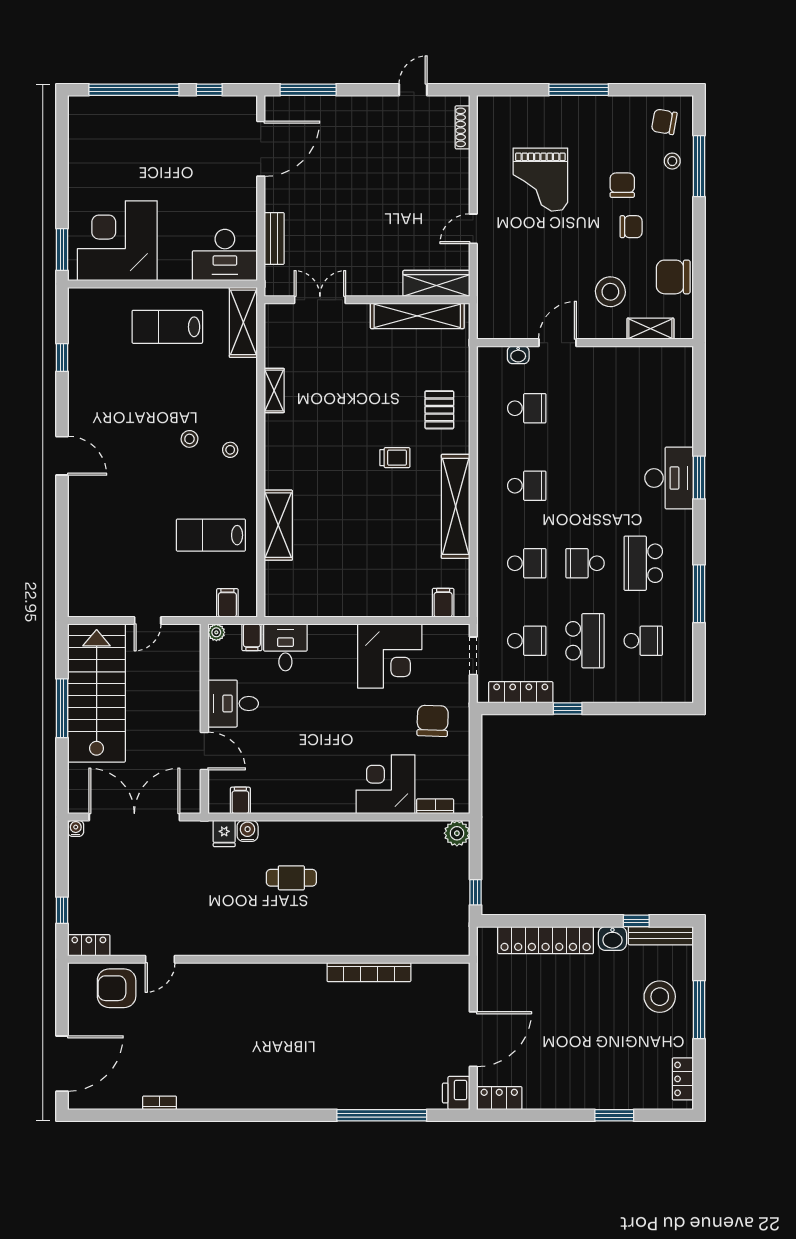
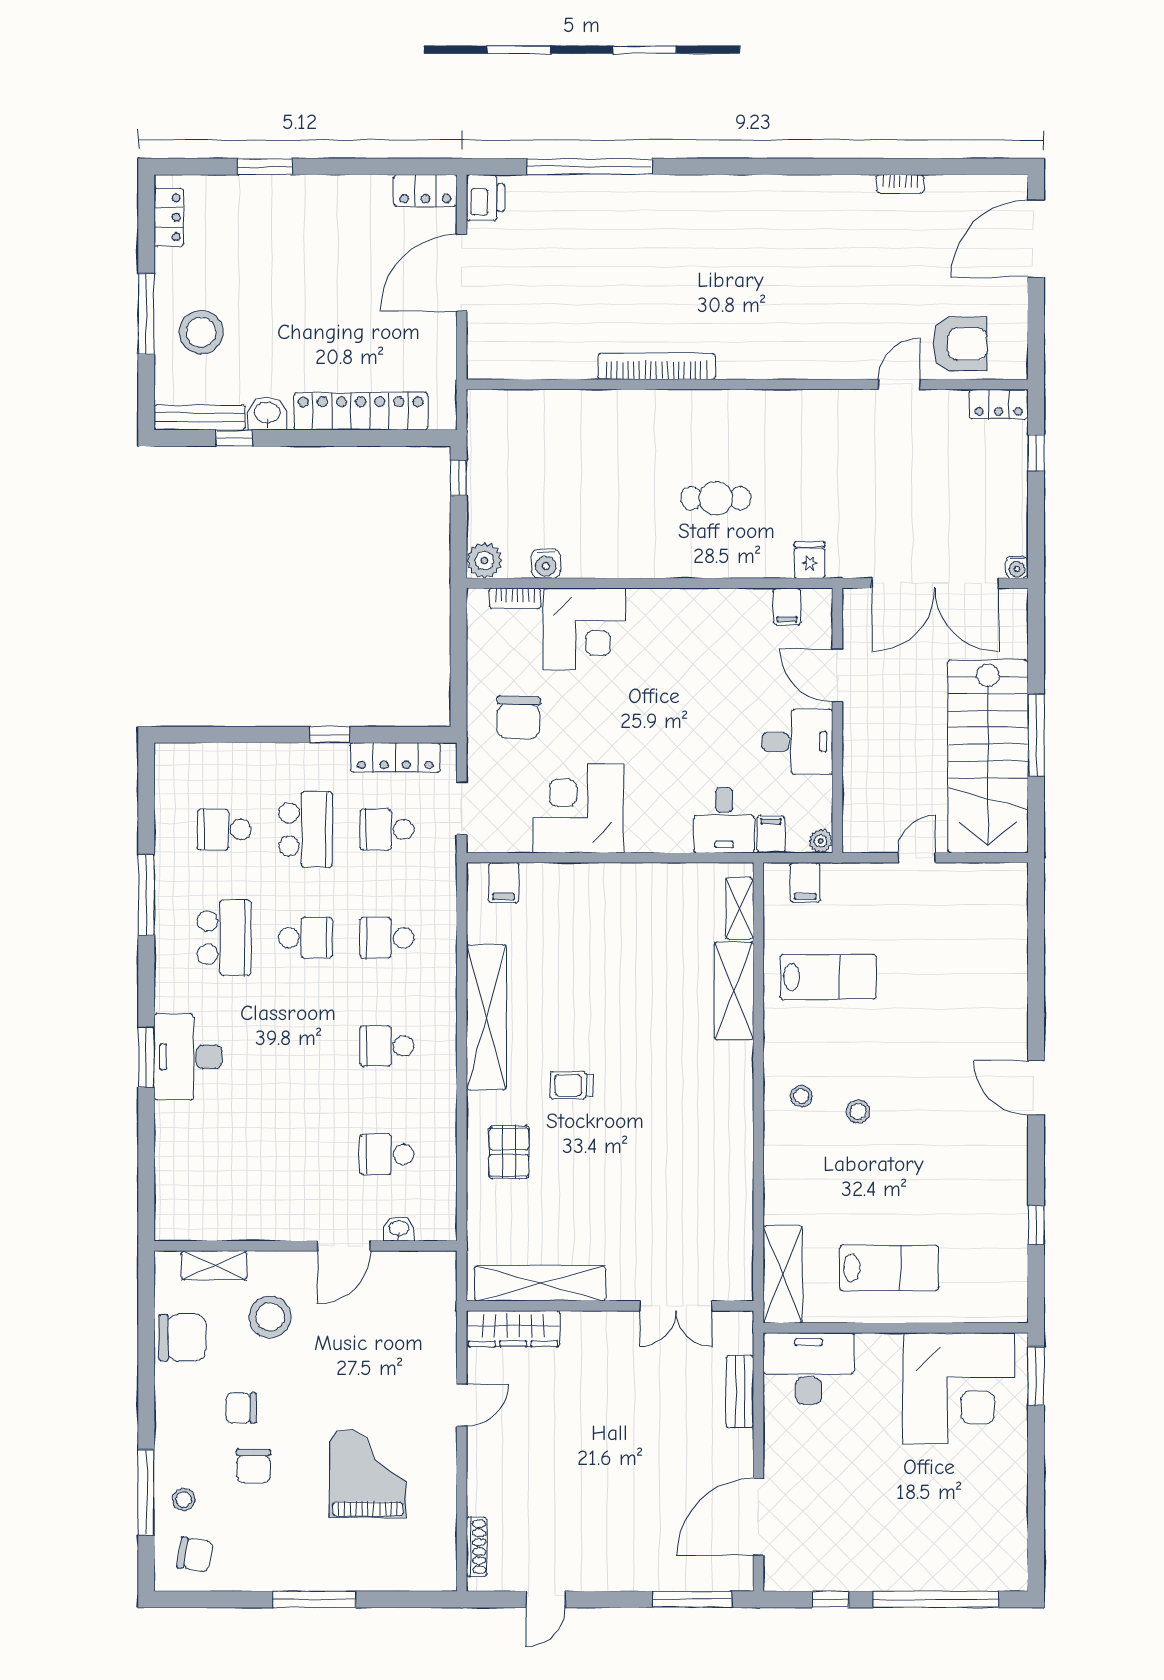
shelving: (274, 390) -> (740, 908), moved
school desk: (585, 641) -> (306, 829), turned 180
water cooler: (248, 831) -> (546, 564), moved
bookcase: (369, 972) -> (657, 366), moved

